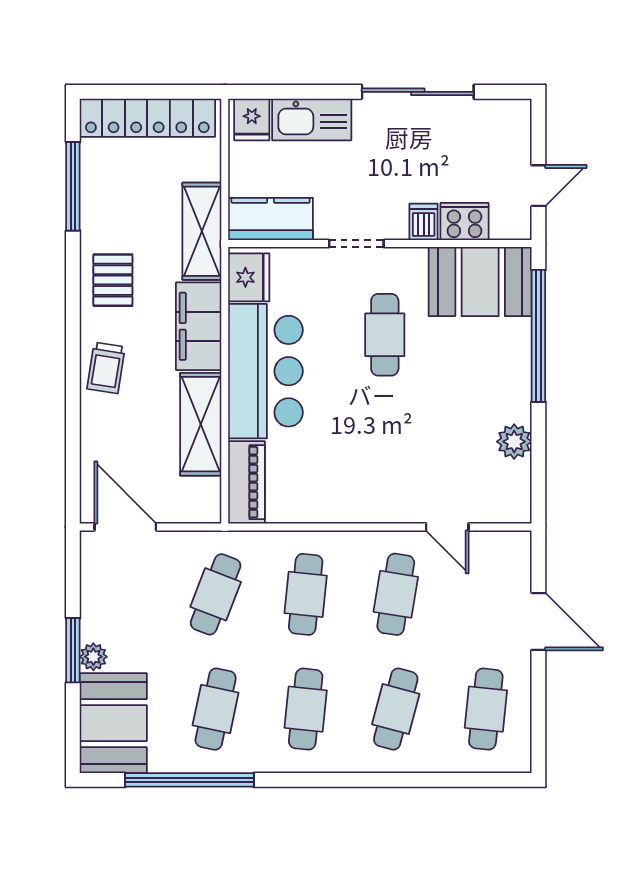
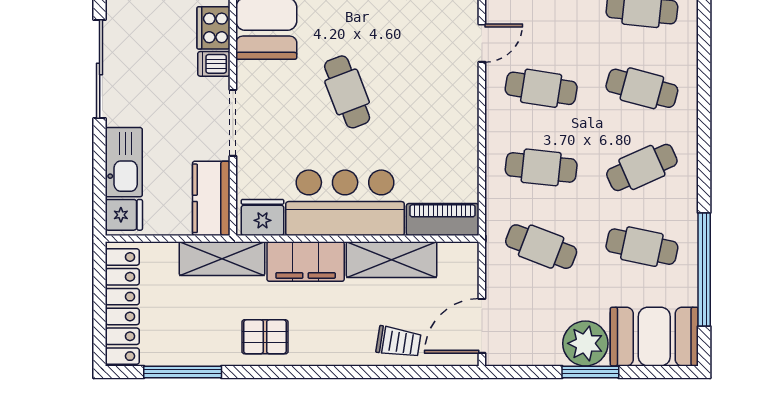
doorway: (356, 244) -> (233, 123), width x1.38
cafe table: (385, 335) -> (347, 92), moved, turned 69
trolley: (106, 368) -> (398, 342), moved
plant: (93, 657) -> (585, 343), width x1.87, depth x1.87
cafe table: (306, 709) -> (642, 167), turned -30

